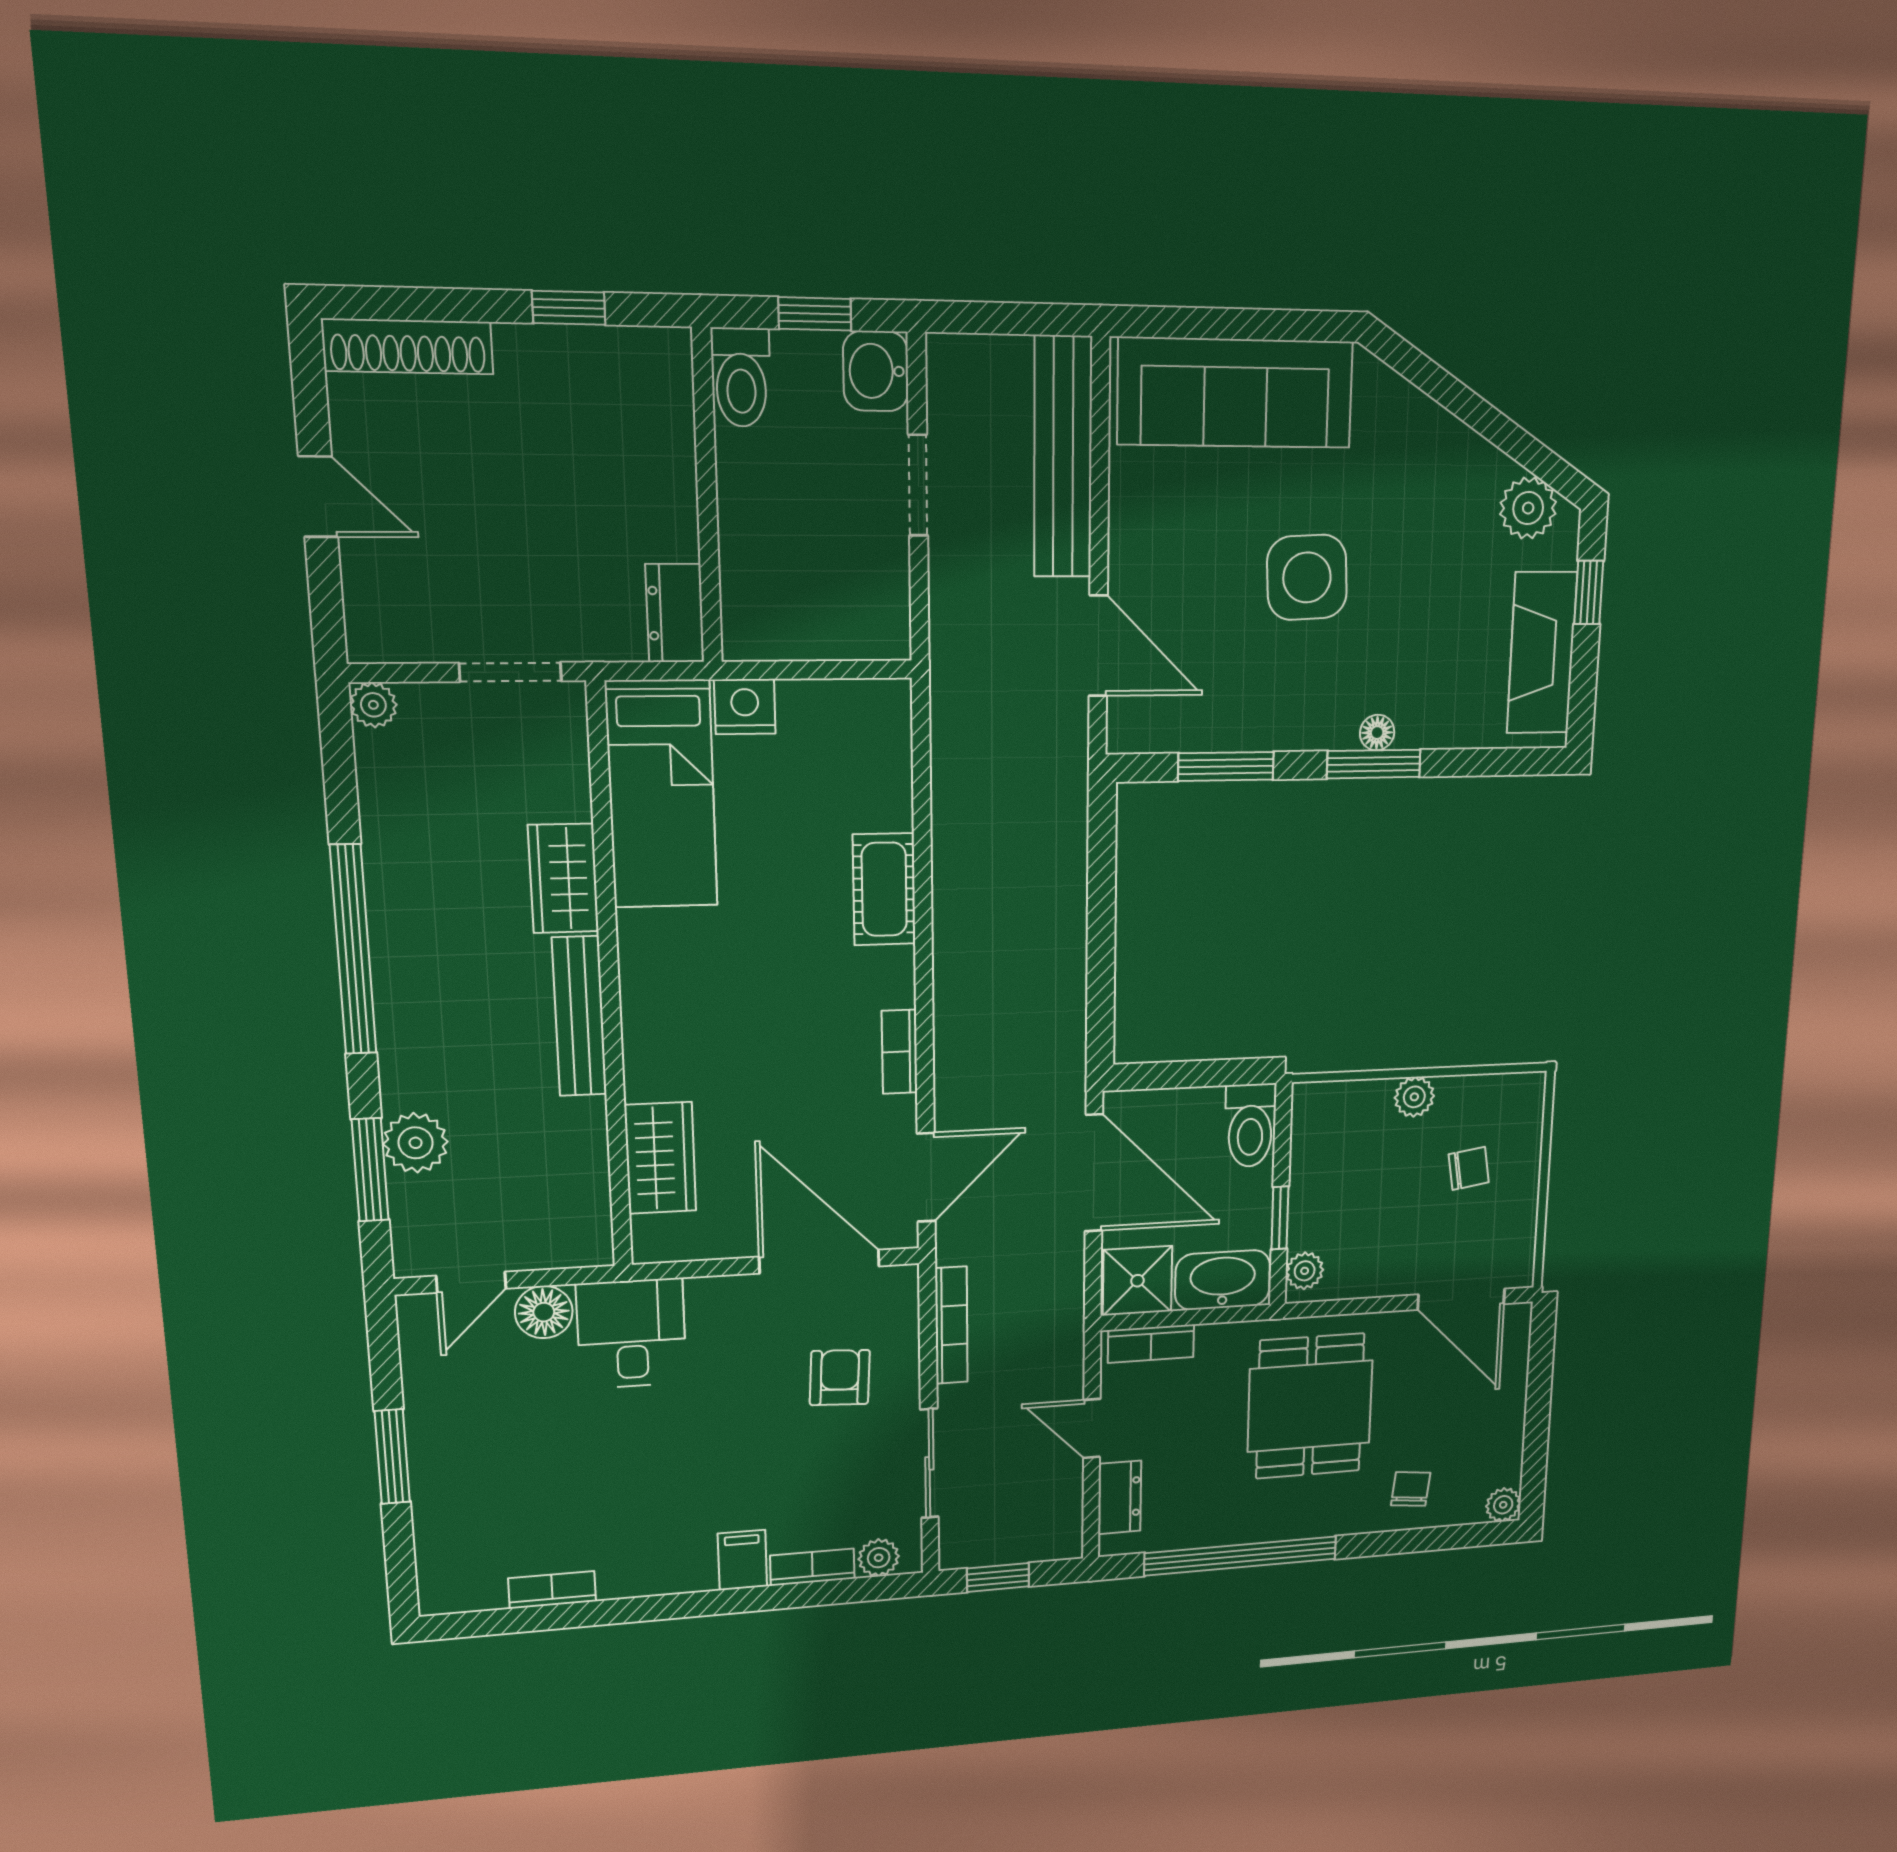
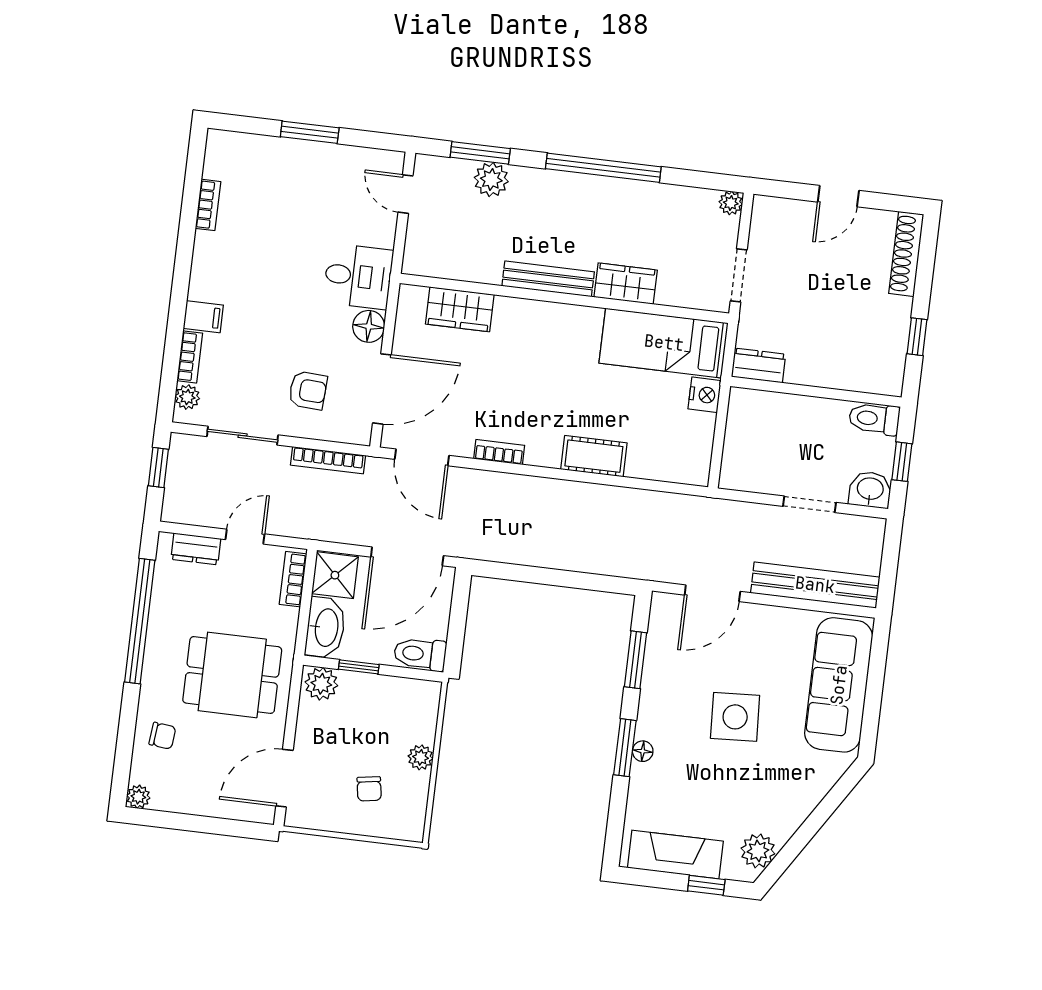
plant: (1305, 1271) -> (321, 684), width x1.38, depth x1.38
floor lamp: (544, 1312) -> (369, 326), moved

